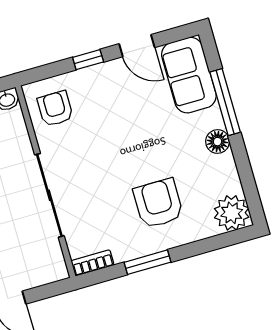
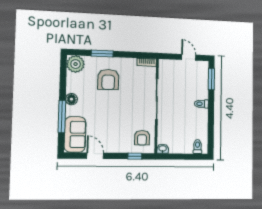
window: (88, 60) -> (135, 156), moved
window: (148, 262) -> (102, 54), moved

